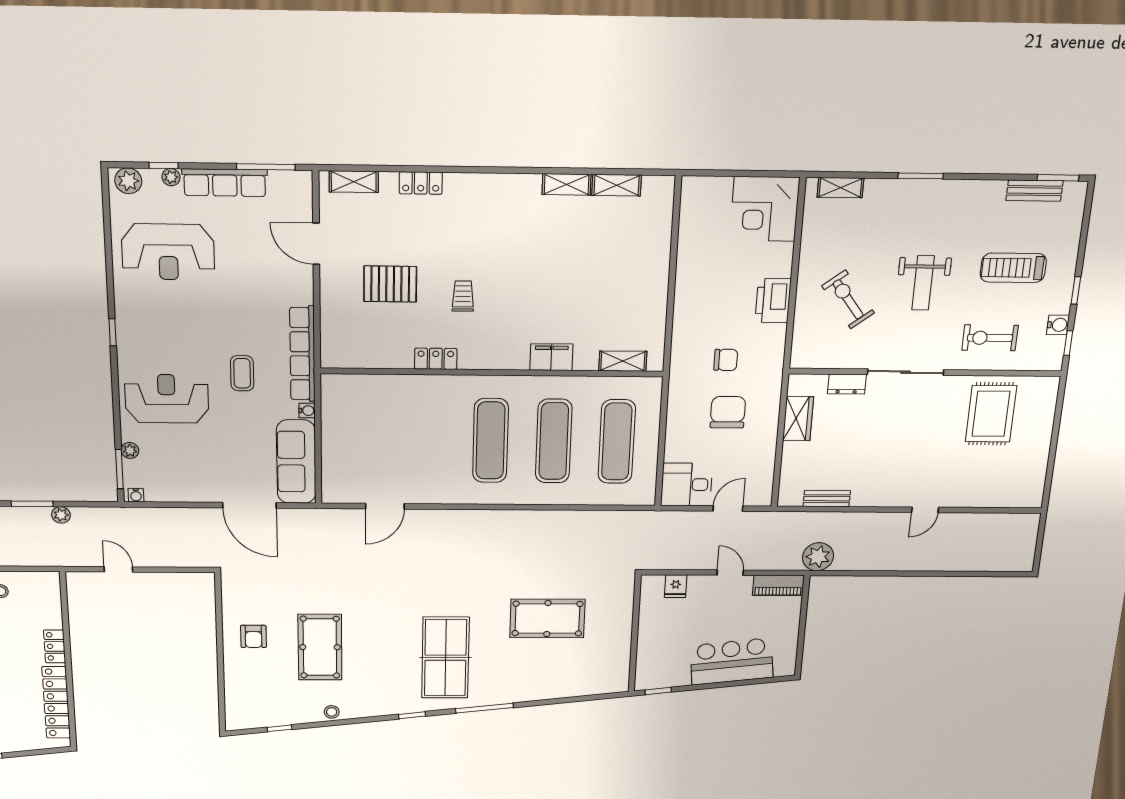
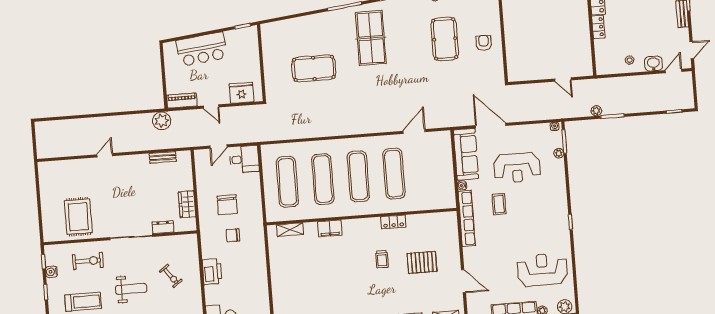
weight bench: (923, 283) -> (131, 289), turned 90
exercise bike: (848, 299) -> (171, 276), width x0.73, depth x0.72
reception desk: (167, 399) -> (517, 168), moved
exercise mat: (427, 440) -> (394, 174), added
fridge: (676, 586) -> (241, 93), width x1.88, depth x1.34

